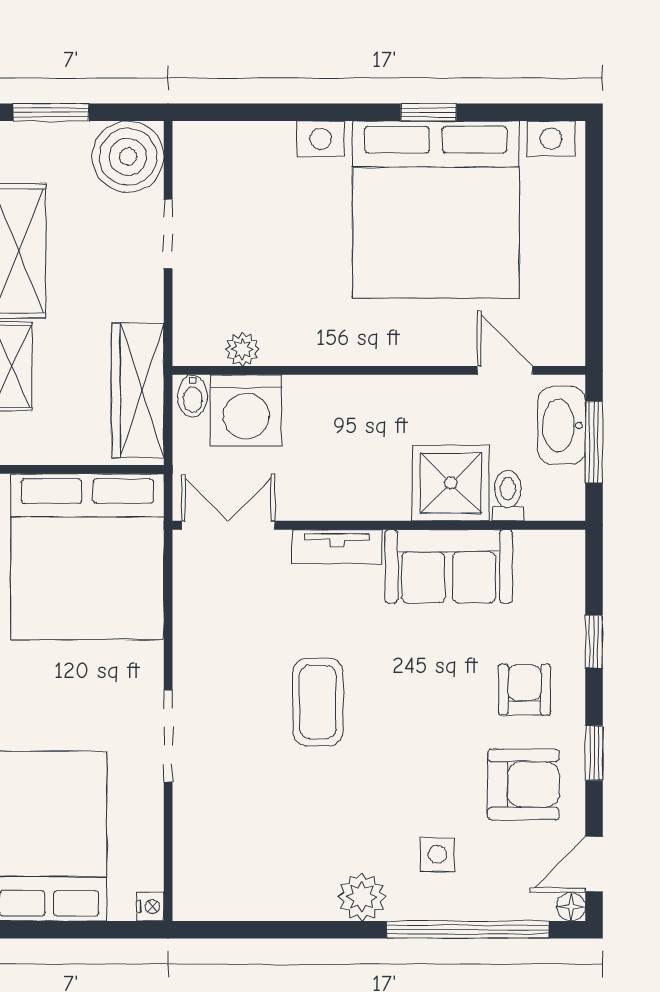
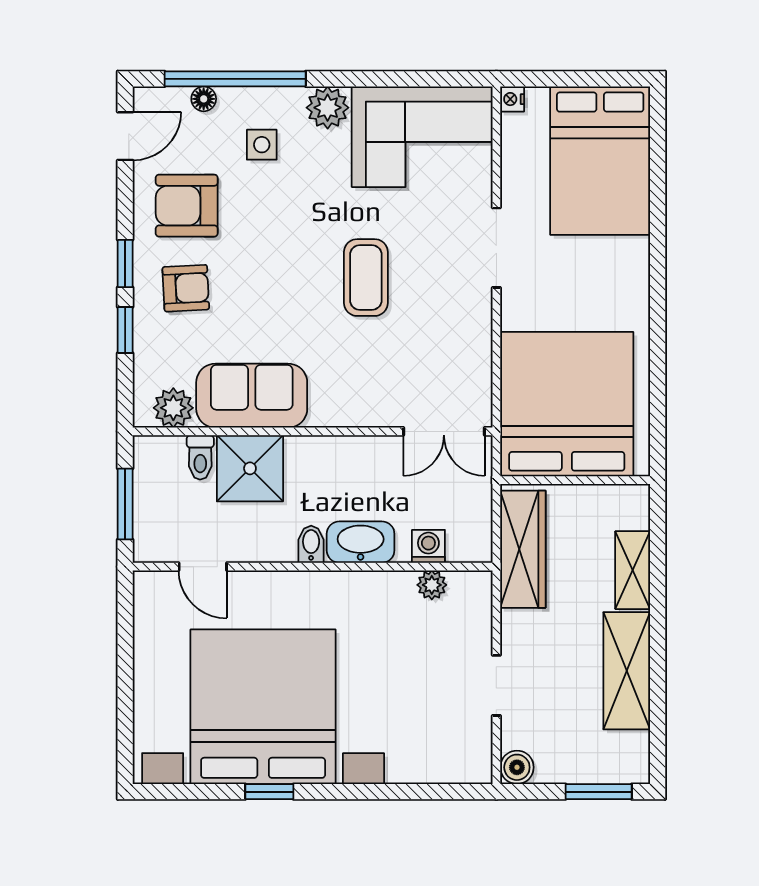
boiler: (128, 157) -> (517, 767), width x0.54, depth x0.54
bidet: (193, 396) -> (311, 544), moved
washing machine: (246, 410) -> (428, 546), width x0.53, depth x0.53
washbasin: (562, 425) -> (361, 542), moved, turned -90
tv unit: (337, 547) -> (349, 413), removed
plant: (539, 552) -> (173, 408), added
armchair: (524, 690) -> (186, 288), turned -93
window: (594, 753) -> (125, 264), moved
corner sofa: (253, 863) -> (422, 137), added
floor lamp: (571, 907) -> (204, 99), moved

